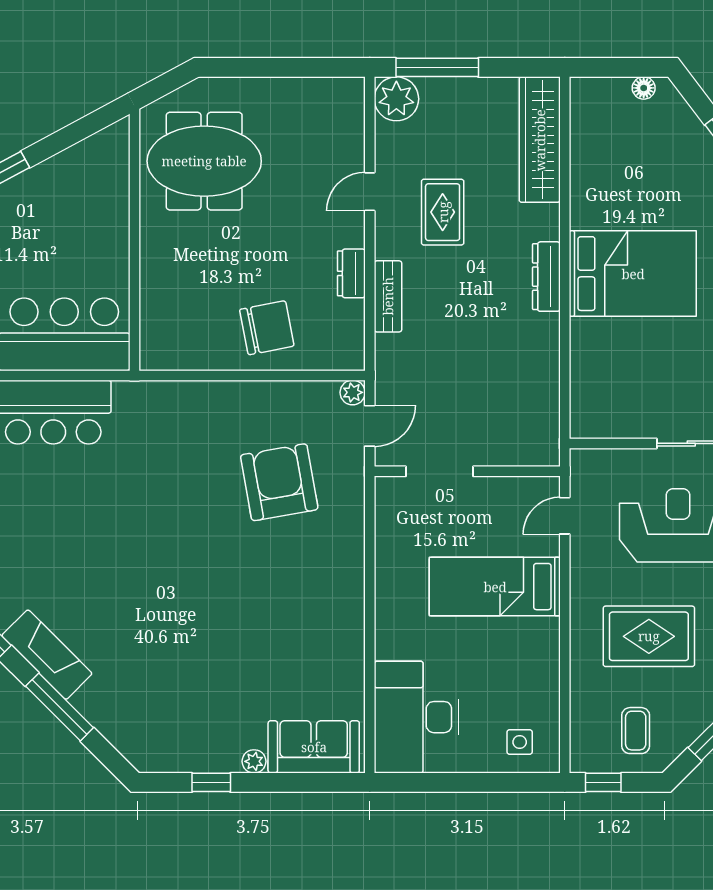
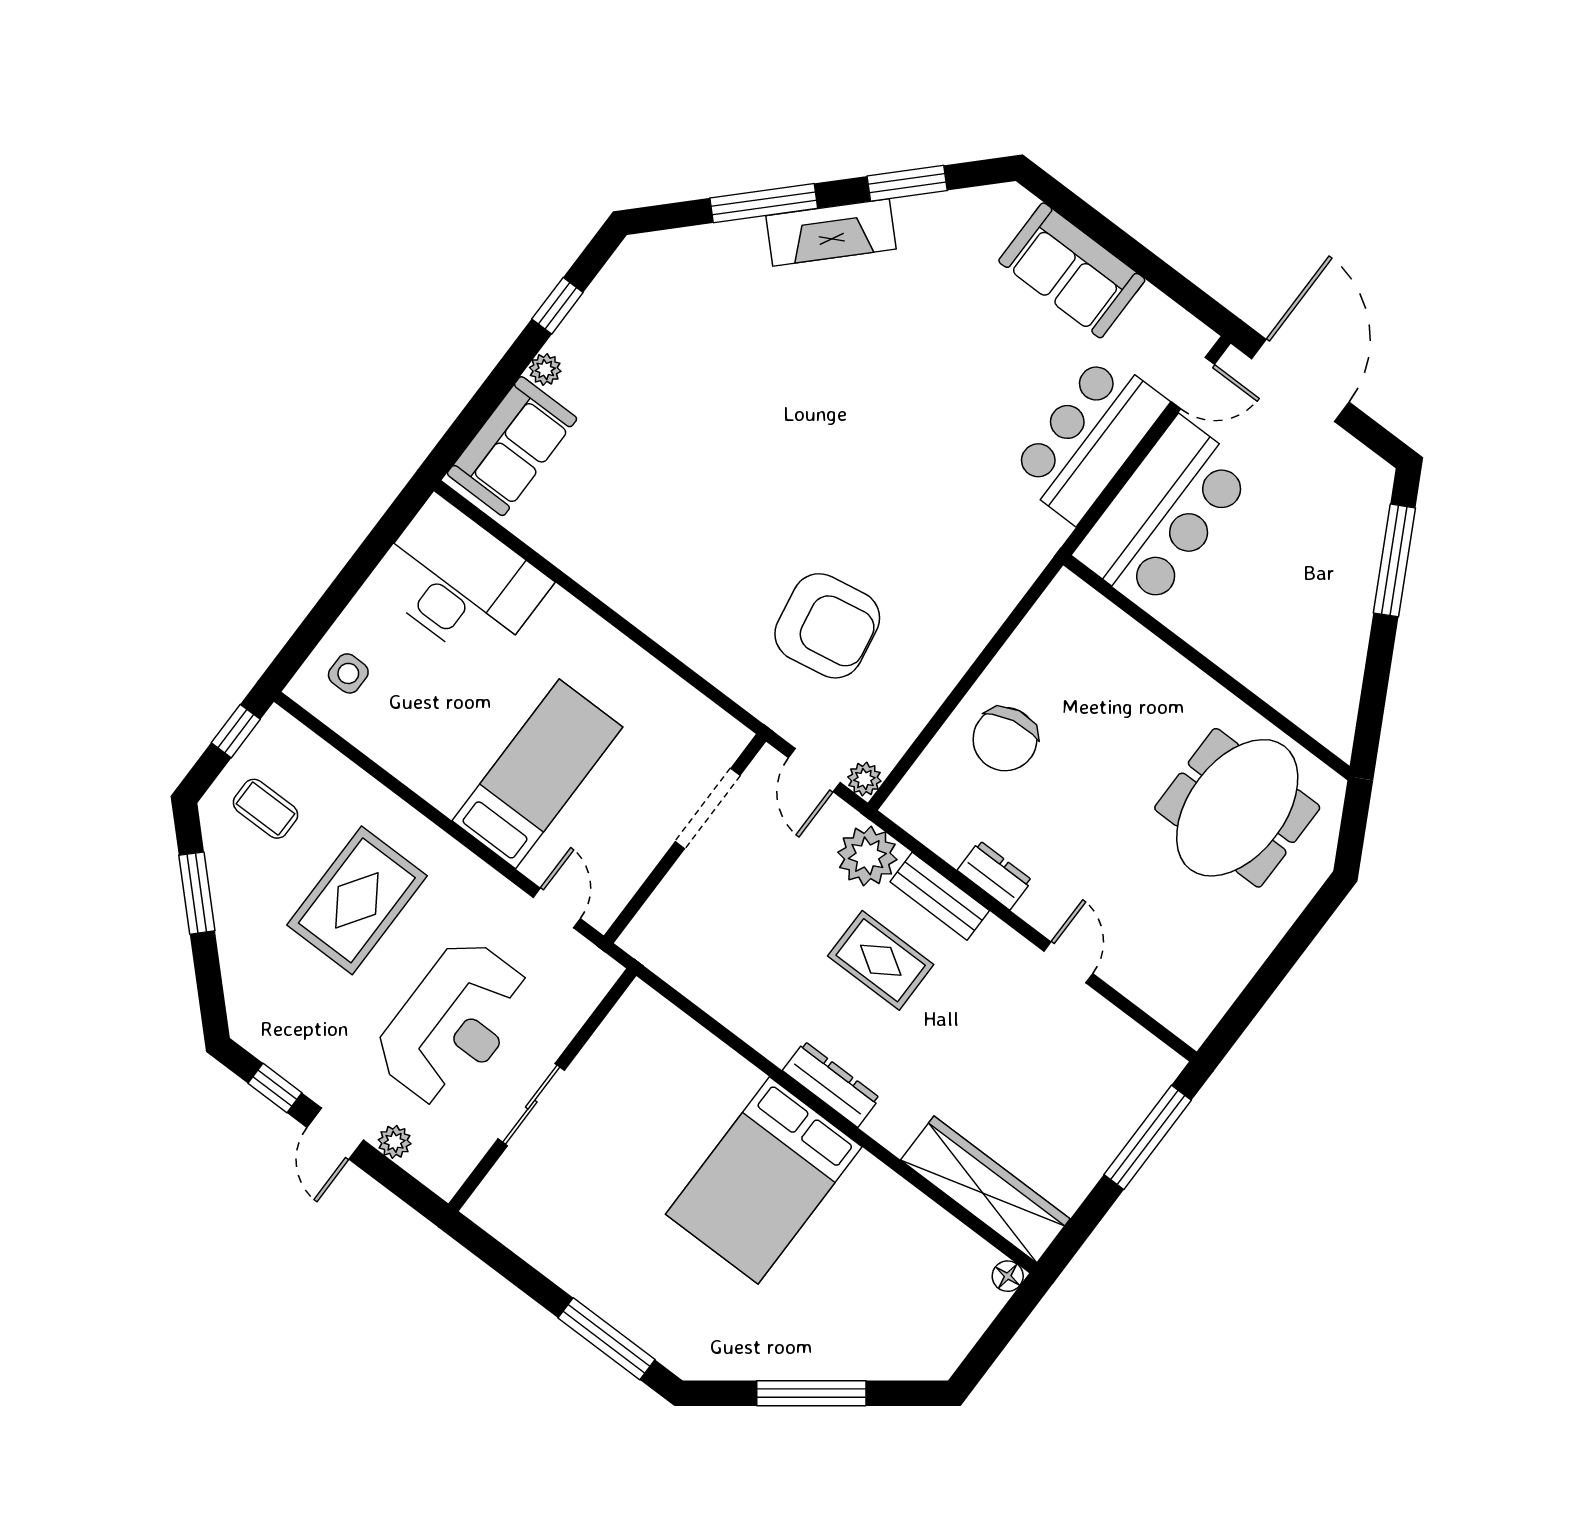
floor lamp: (644, 88) -> (1008, 1276), moved
plant: (396, 99) -> (867, 856), moved
rug: (443, 212) -> (881, 960), moved

